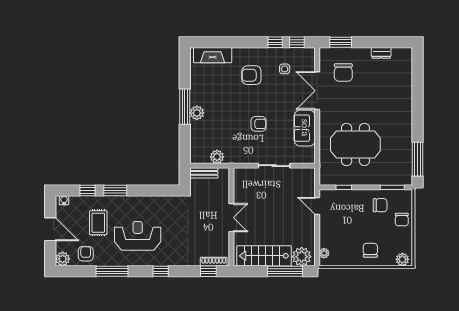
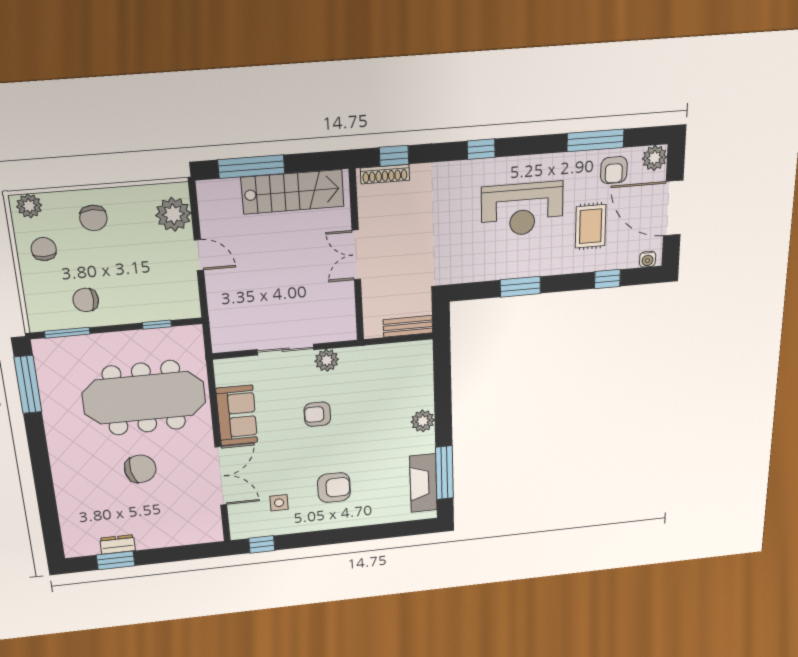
window: (275, 42) -> (298, 540), removed
window: (341, 42) -> (116, 560), moved
fireplace: (213, 55) -> (423, 483), moved, turned -90
chair: (343, 72) -> (140, 469), moved, turned 80
window: (185, 107) -> (444, 473), moved
meeting table: (355, 145) -> (144, 398), width x1.36
plant: (217, 157) -> (327, 360), moved
window: (115, 191) -> (520, 287), moved
door: (317, 206) -> (199, 255), moved
chair: (402, 220) -> (44, 249), moved
door: (50, 229) -> (673, 208), width x1.36
plant: (324, 253) -> (173, 214), width x1.88, depth x1.88
plant: (302, 257) -> (222, 196), removed
window: (112, 271) -> (595, 140), moved

